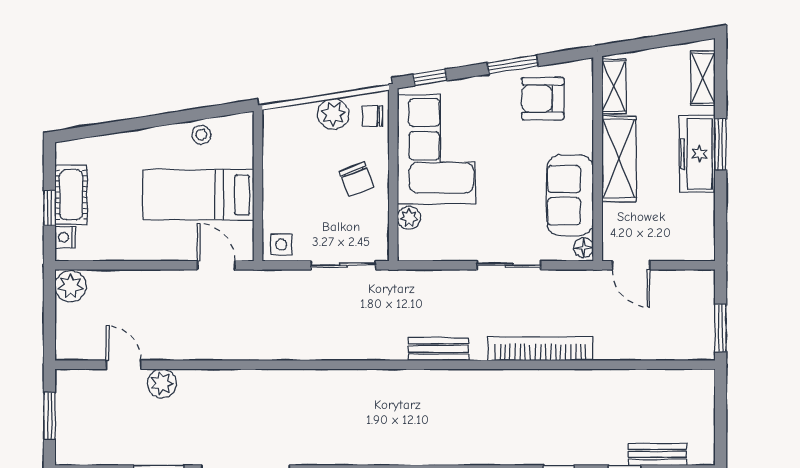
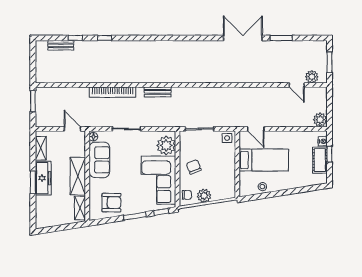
window: (513, 64) -> (135, 216), moved
shelving: (703, 78) -> (41, 148), moved
plant: (409, 218) -> (166, 145), width x1.87, depth x1.87
plant: (162, 383) -> (312, 77), moved

